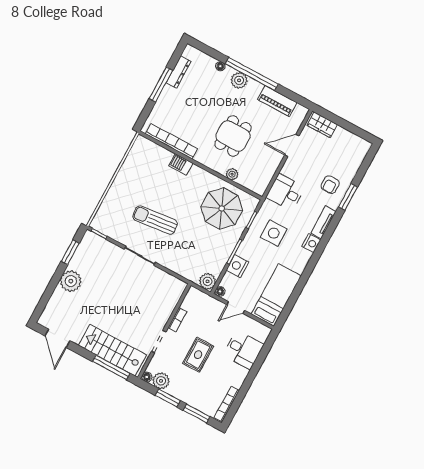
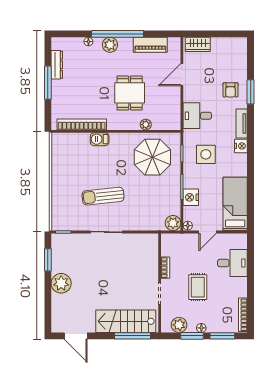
floor lamp: (147, 377) -> (201, 328), moved

